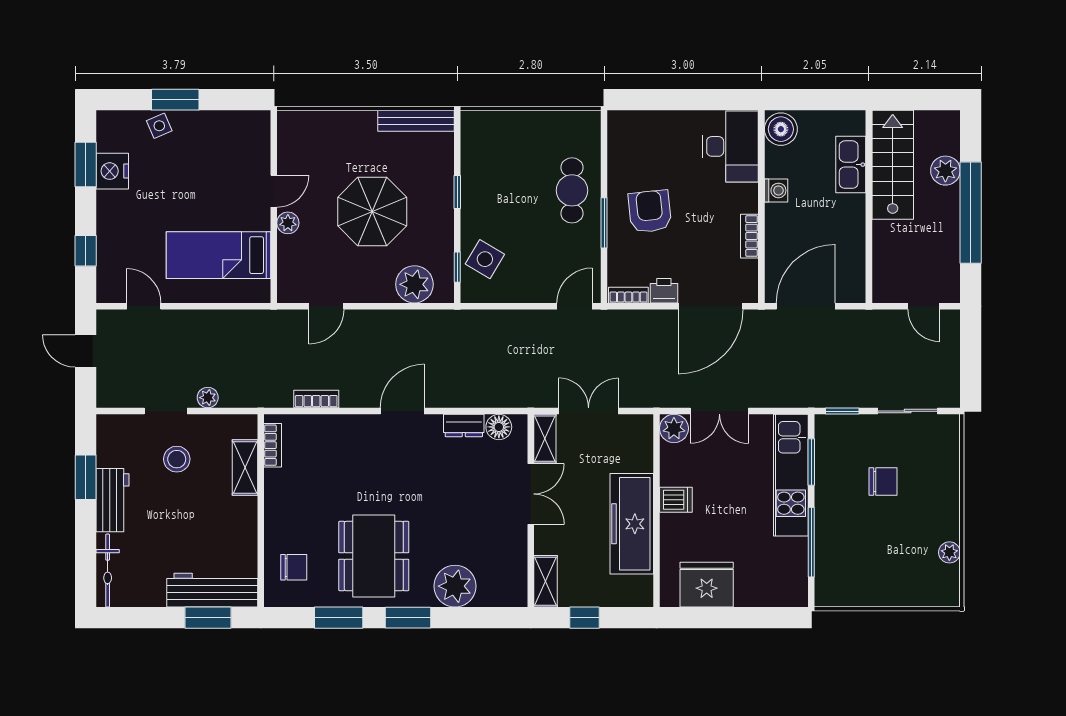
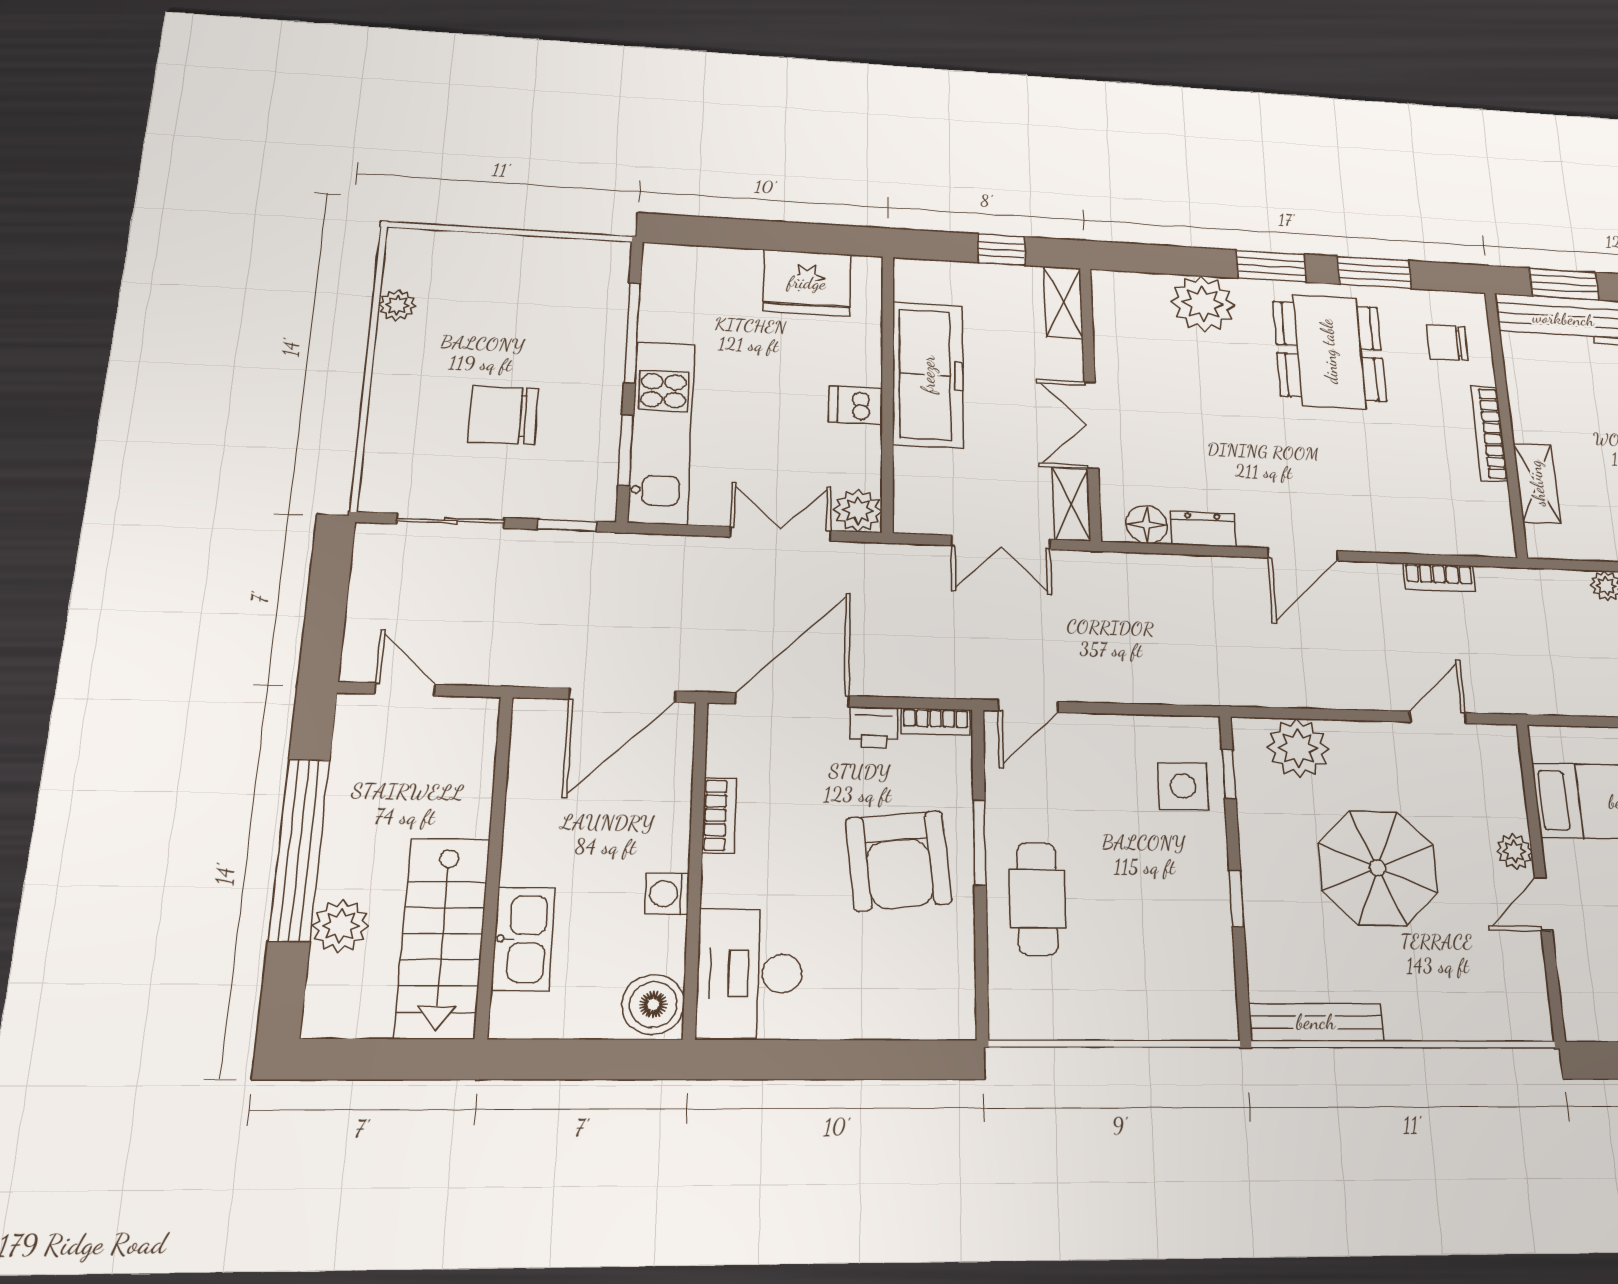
armchair: (650, 211) -> (899, 861), width x1.36, depth x1.36
side table: (485, 259) -> (1183, 786), turned -31
bookcase: (273, 445) -> (1489, 433), moved, width x1.56
chair: (883, 481) -> (503, 415), width x1.37, depth x1.37

